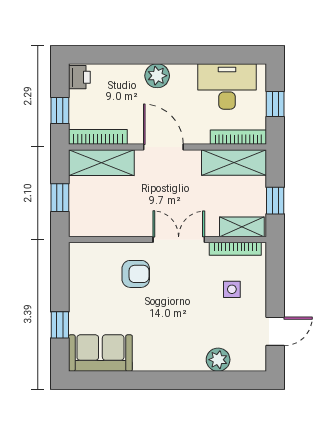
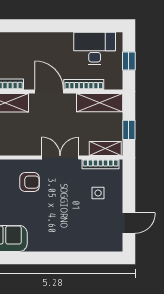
plant: (157, 76) -> (45, 41), removed
bookcase: (238, 137) -> (84, 85), moved
plant: (218, 360) -> (88, 243), removed

